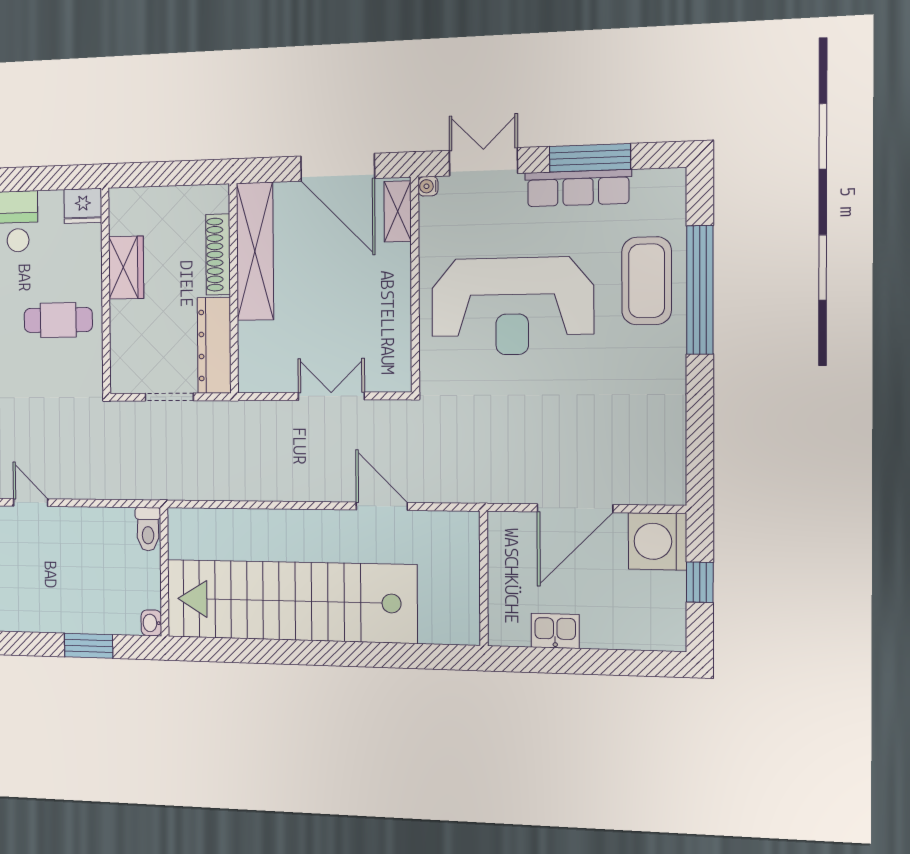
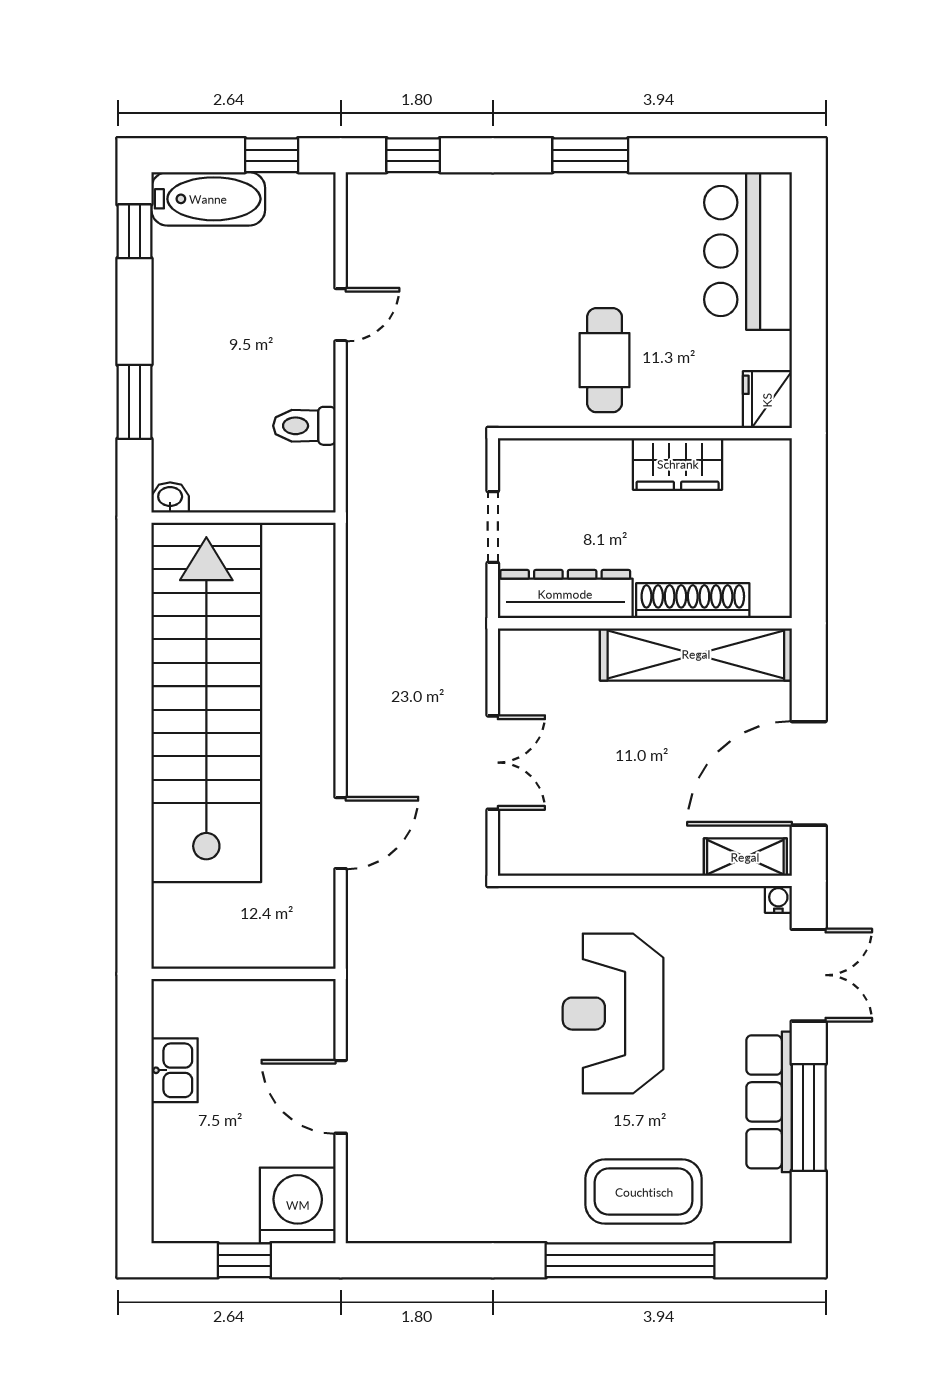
reception desk: (512, 306) -> (613, 1014), width x0.74, depth x0.77
door: (575, 508) -> (341, 1097), width x0.73
toilet: (148, 529) -> (304, 426), moved

